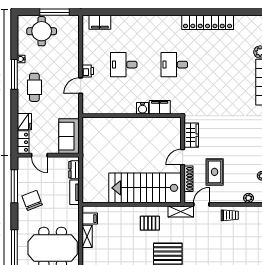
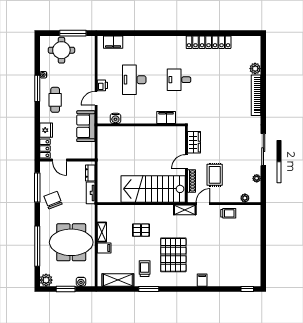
desk: (124, 65) -> (134, 80), width x1.37
water cooler: (142, 108) -> (115, 118), moved
sofa: (69, 136) -> (86, 126), moved
filing cabinet: (90, 219) -> (104, 248), moved
pallet: (150, 223) -> (141, 230), moved

